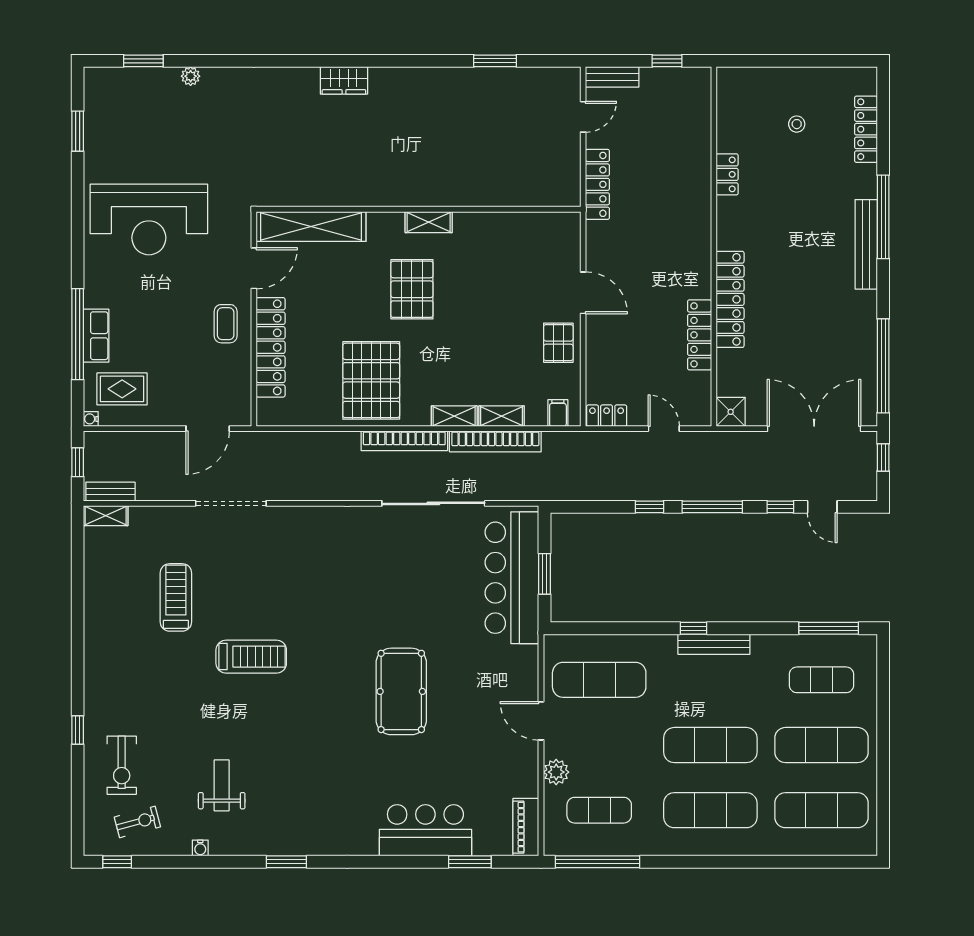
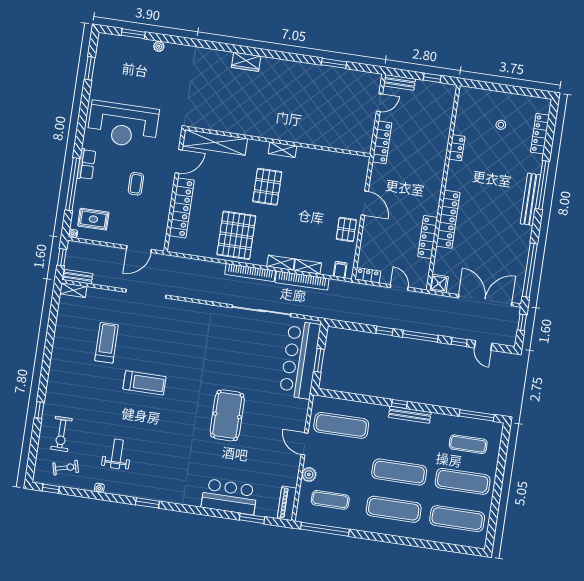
coffee table: (226, 324) -> (136, 184), moved
row of seats: (96, 336) -> (86, 164), moved

